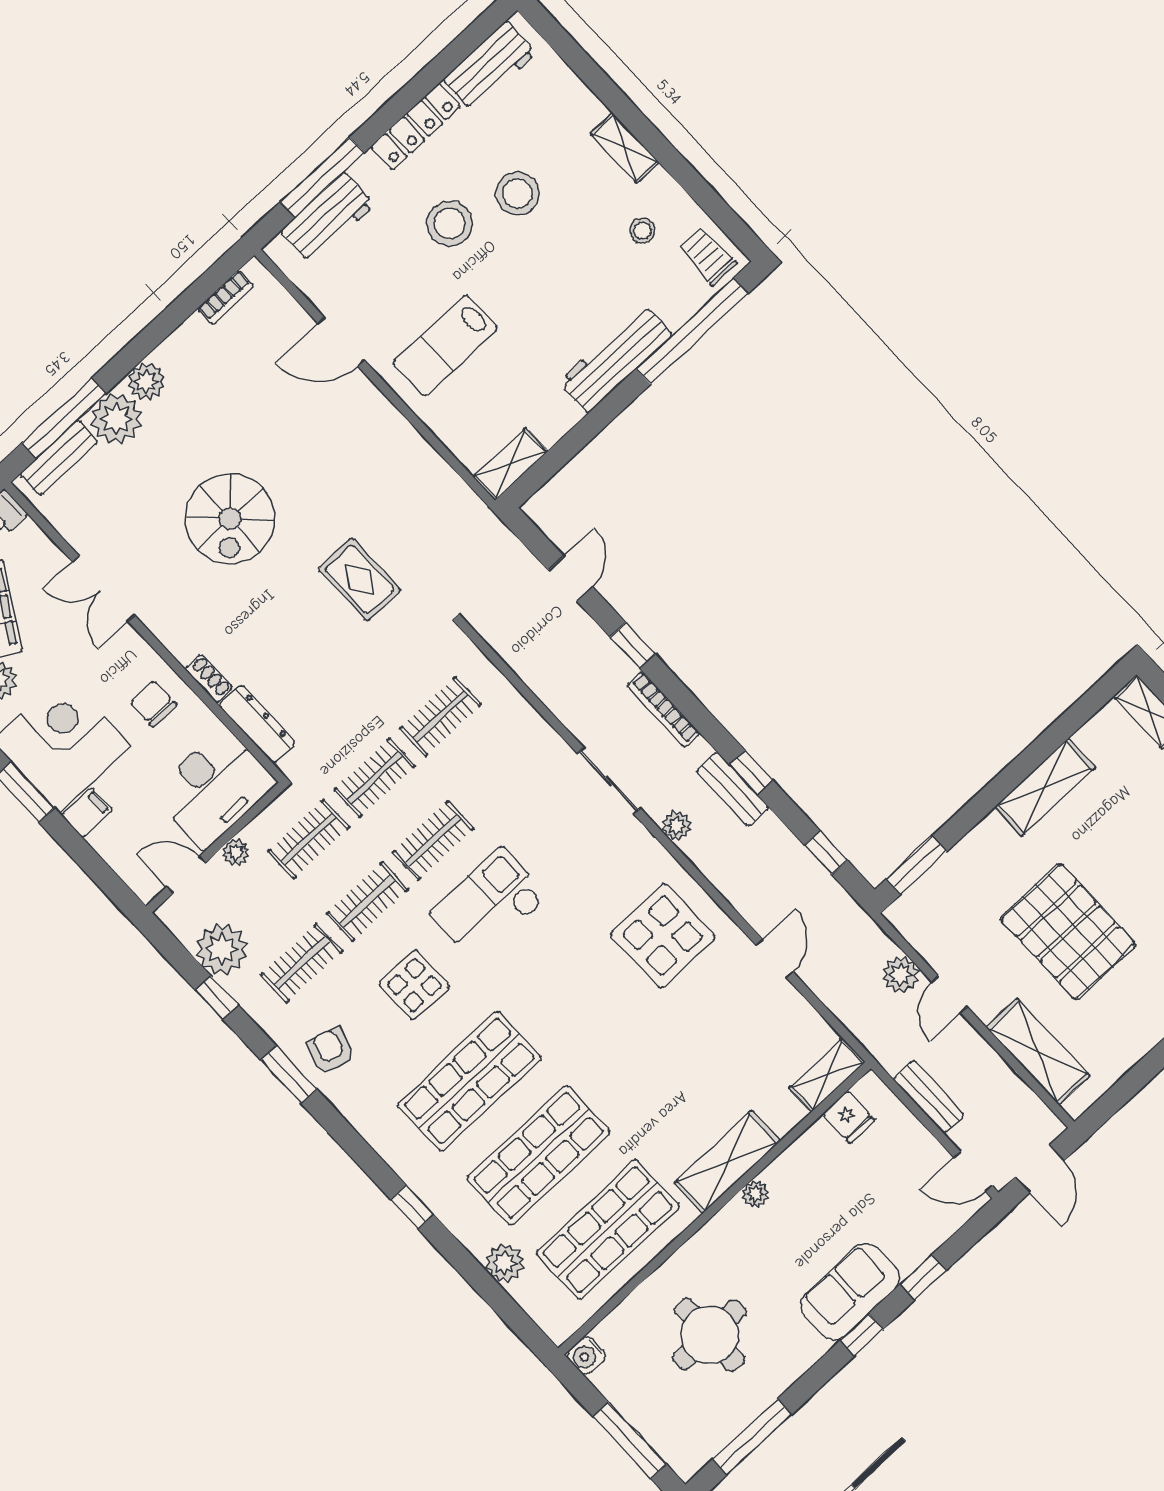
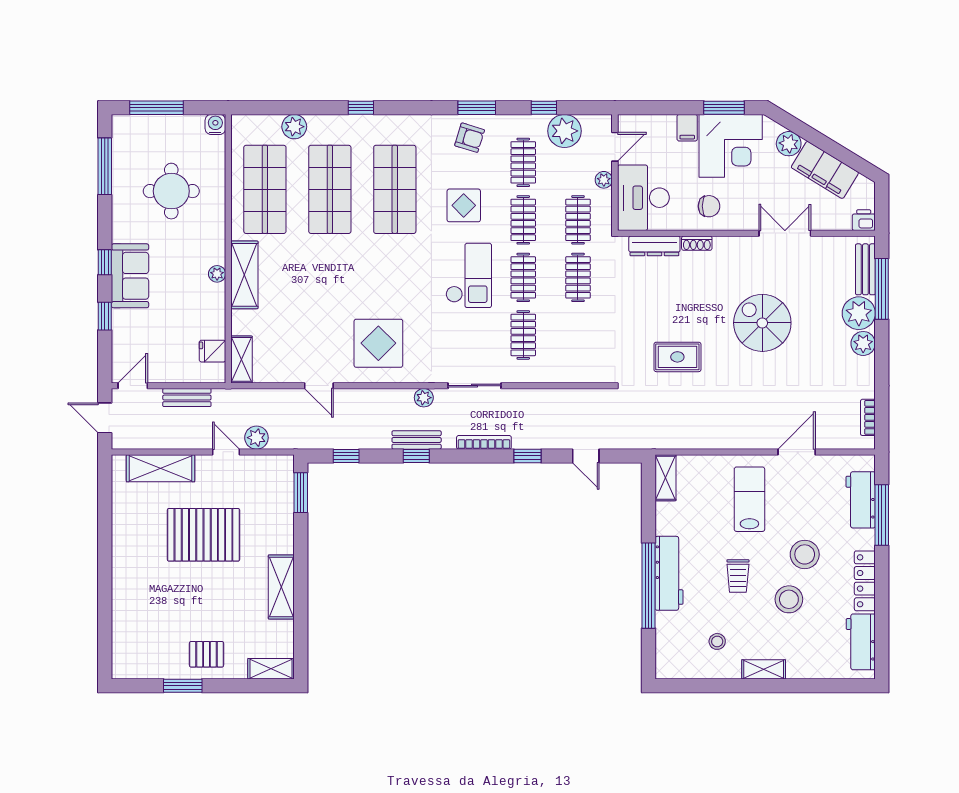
trolley: (708, 256) -> (738, 576), moved, turned 90
window: (692, 331) -> (648, 586), moved
clothes rail: (440, 716) -> (523, 335), moved

